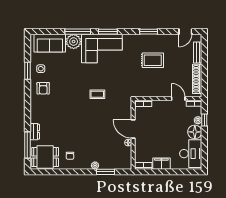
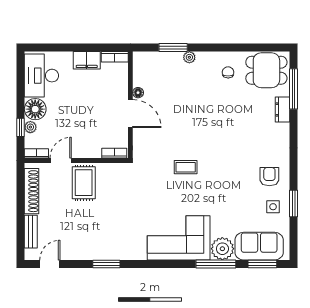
window: (108, 32) -> (262, 264), moved
rug: (153, 60) -> (84, 183), moved, turned 90
door: (178, 99) -> (61, 160), swing flipped

